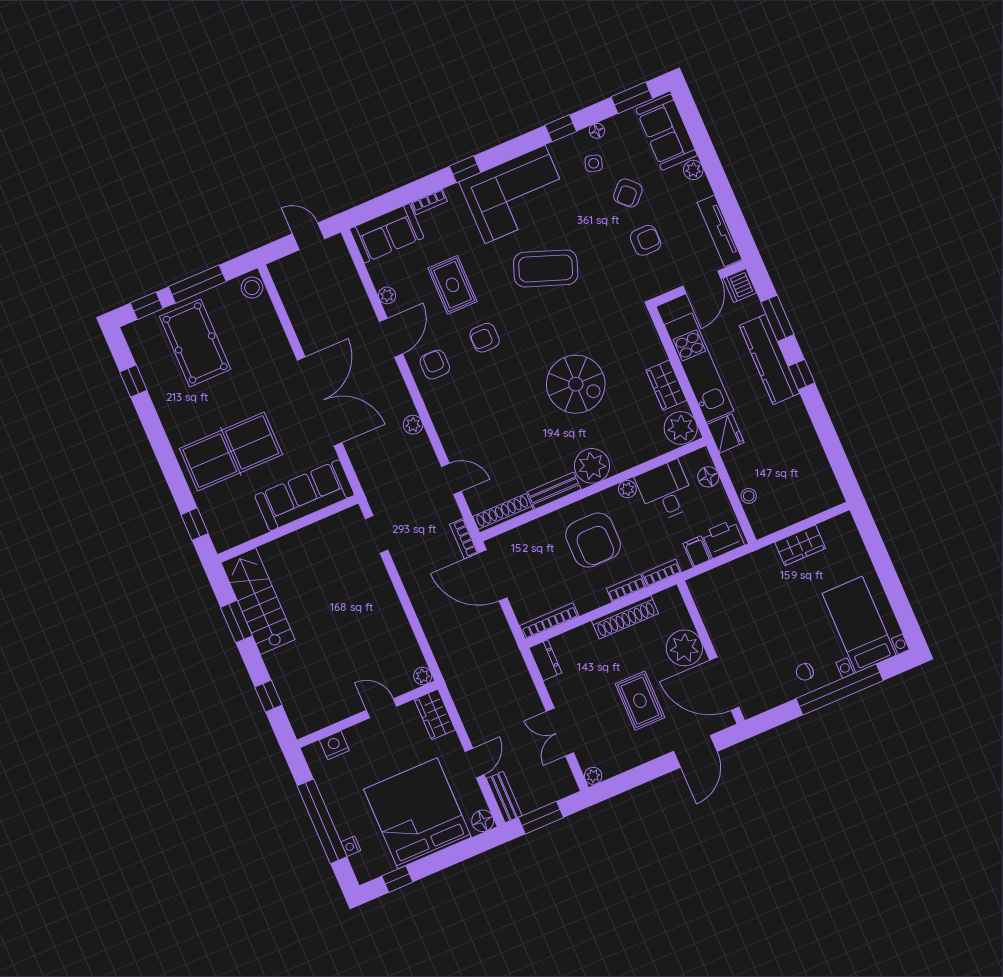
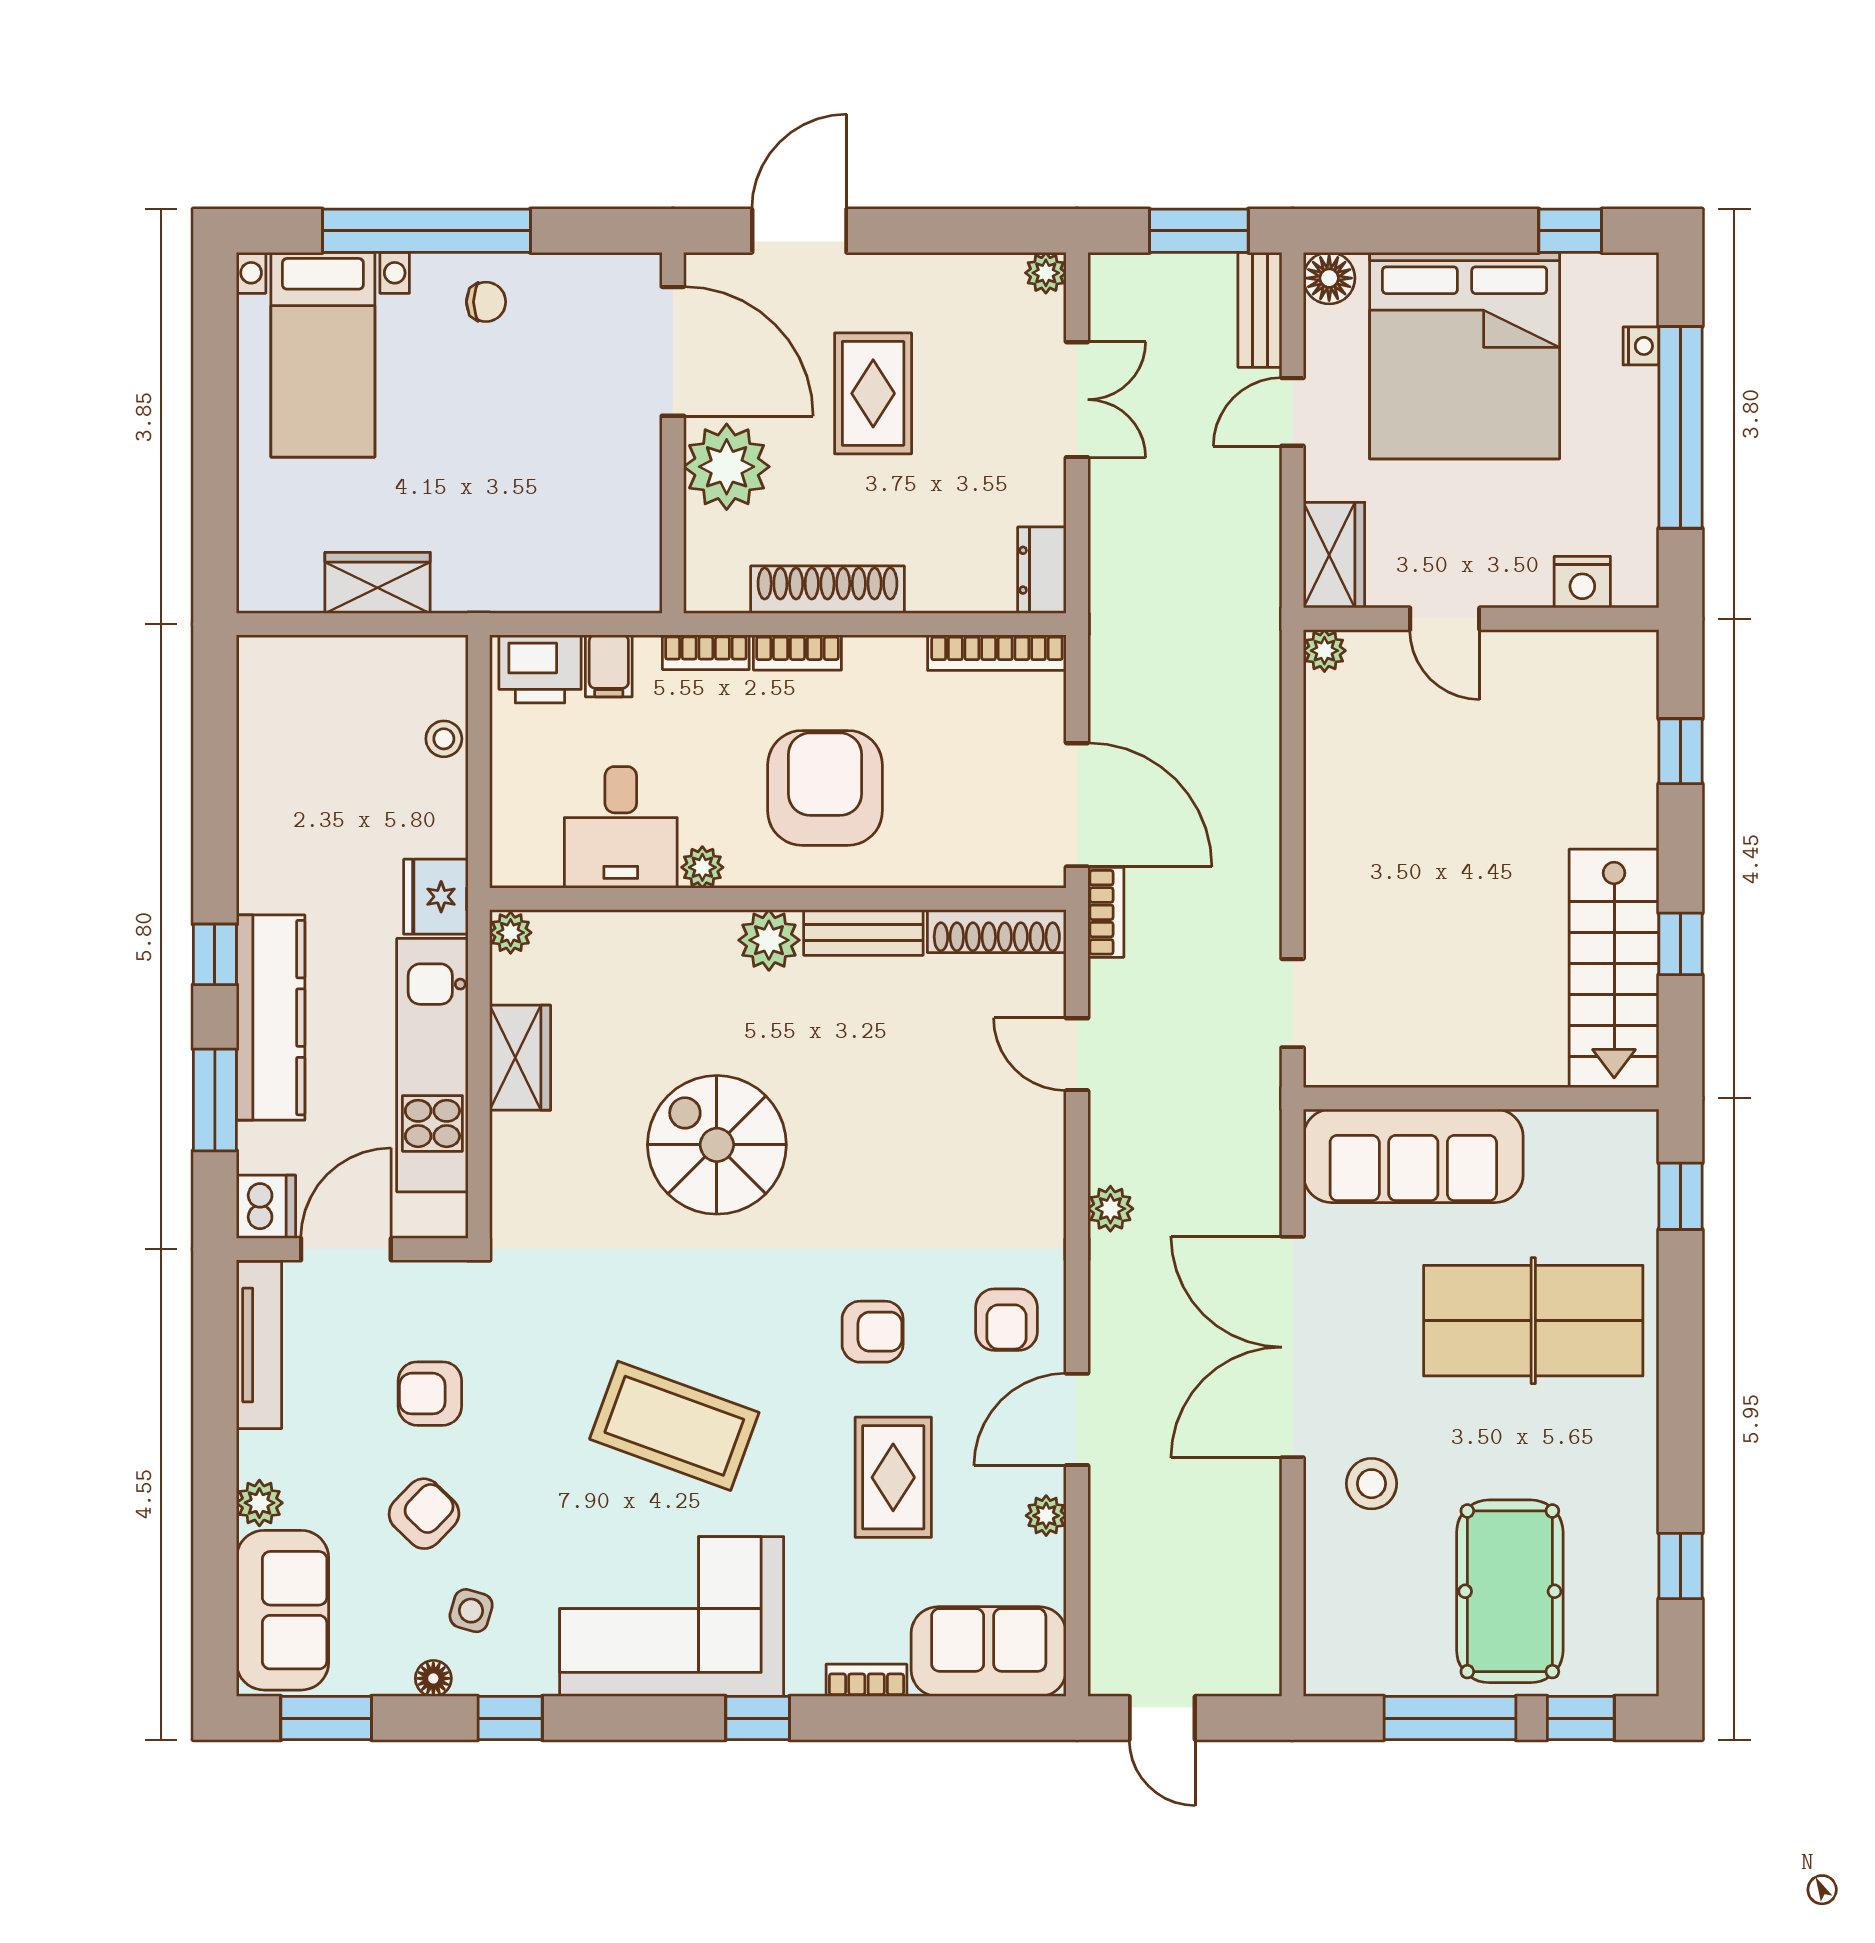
stool: (252, 288) -> (1372, 1484), moved
plant: (681, 428) -> (511, 933), width x0.53, depth x0.53
plant: (592, 466) -> (769, 940), width x0.73, depth x0.73
floor lamp: (708, 477) -> (514, 818), removed
window: (236, 622) -> (1681, 944), width x0.67

